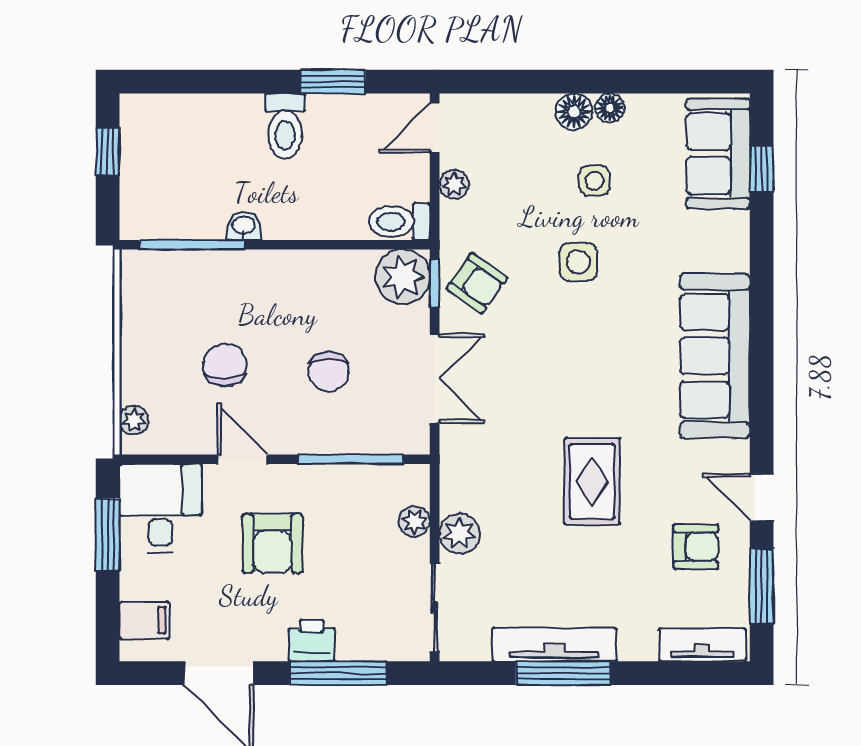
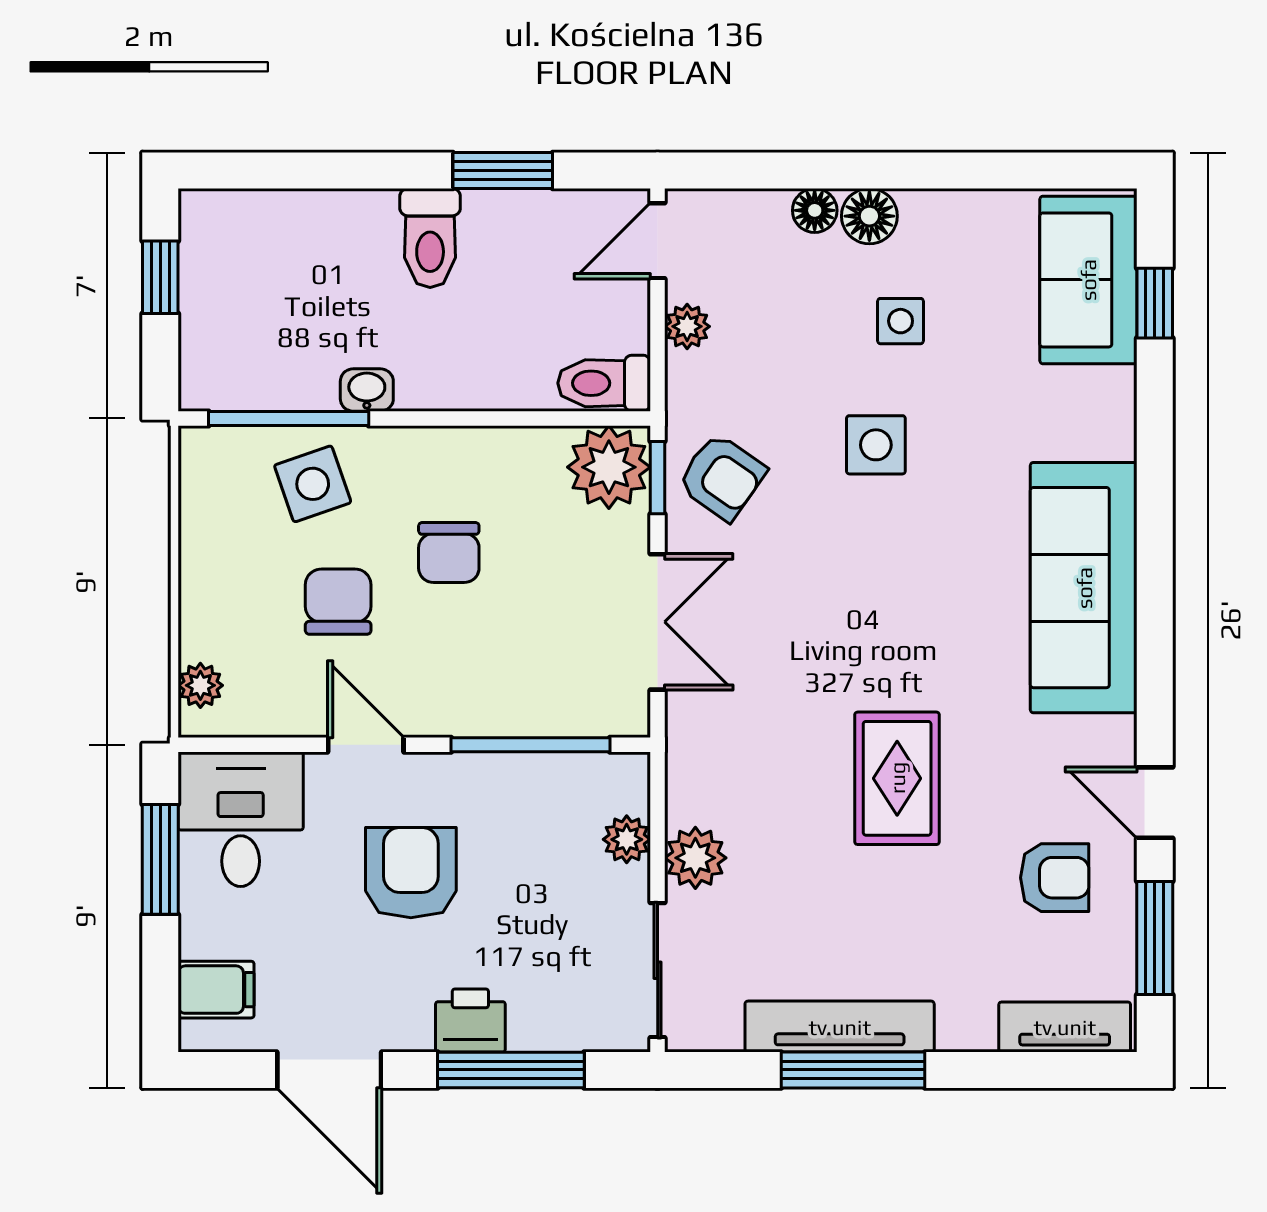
floor lamp: (610, 108) -> (815, 210), moved
side table: (208, 288) -> (313, 484), added
chair: (329, 372) -> (449, 553), moved
armchair: (272, 543) -> (411, 873), turned 180

